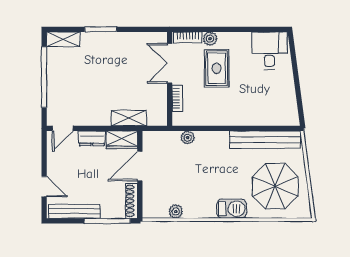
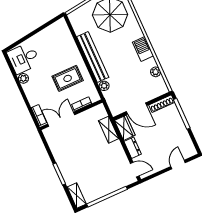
plant: (210, 39) -> (23, 78), moved
double door: (170, 63) -> (61, 119), swing flipped
rug: (217, 68) -> (68, 78), moved
bench: (265, 140) -> (93, 57), moved
barbecue: (232, 209) -> (143, 49), moved
bench: (75, 211) -> (185, 138), removed

